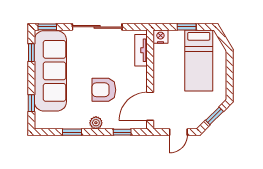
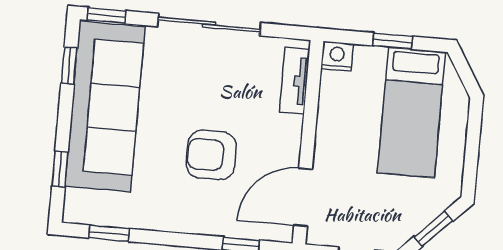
plant: (96, 123) -> (189, 221), removed
window: (72, 132) -> (109, 233), moved

